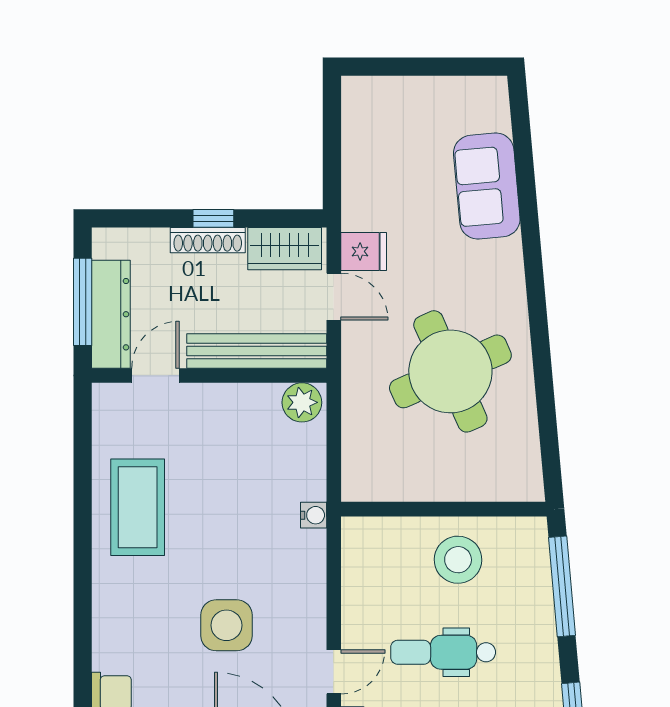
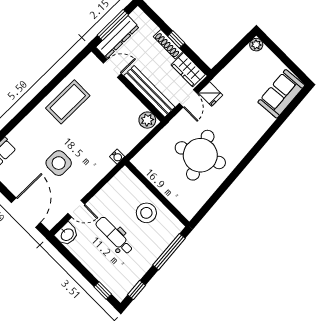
plant: (356, 91) -> (256, 45), added
sofa: (487, 186) -> (281, 94), moved

